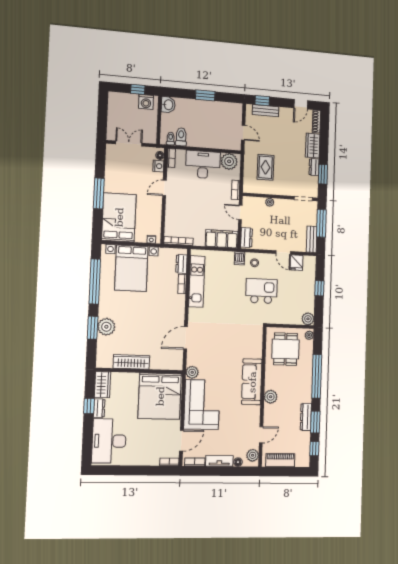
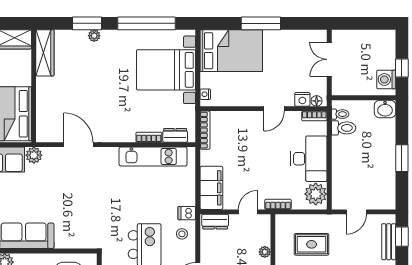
double door: (129, 144) -> (329, 59), swing flipped
door: (164, 188) -> (274, 109), swing flipped
plant: (106, 327) -> (94, 36), width x0.53, depth x0.53
wardrobe: (131, 362) -> (45, 53), moved

